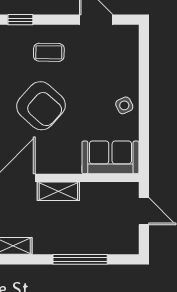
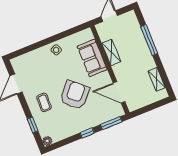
sofa: (110, 157) -> (92, 58), moved
shelving: (58, 191) -> (111, 52), moved

